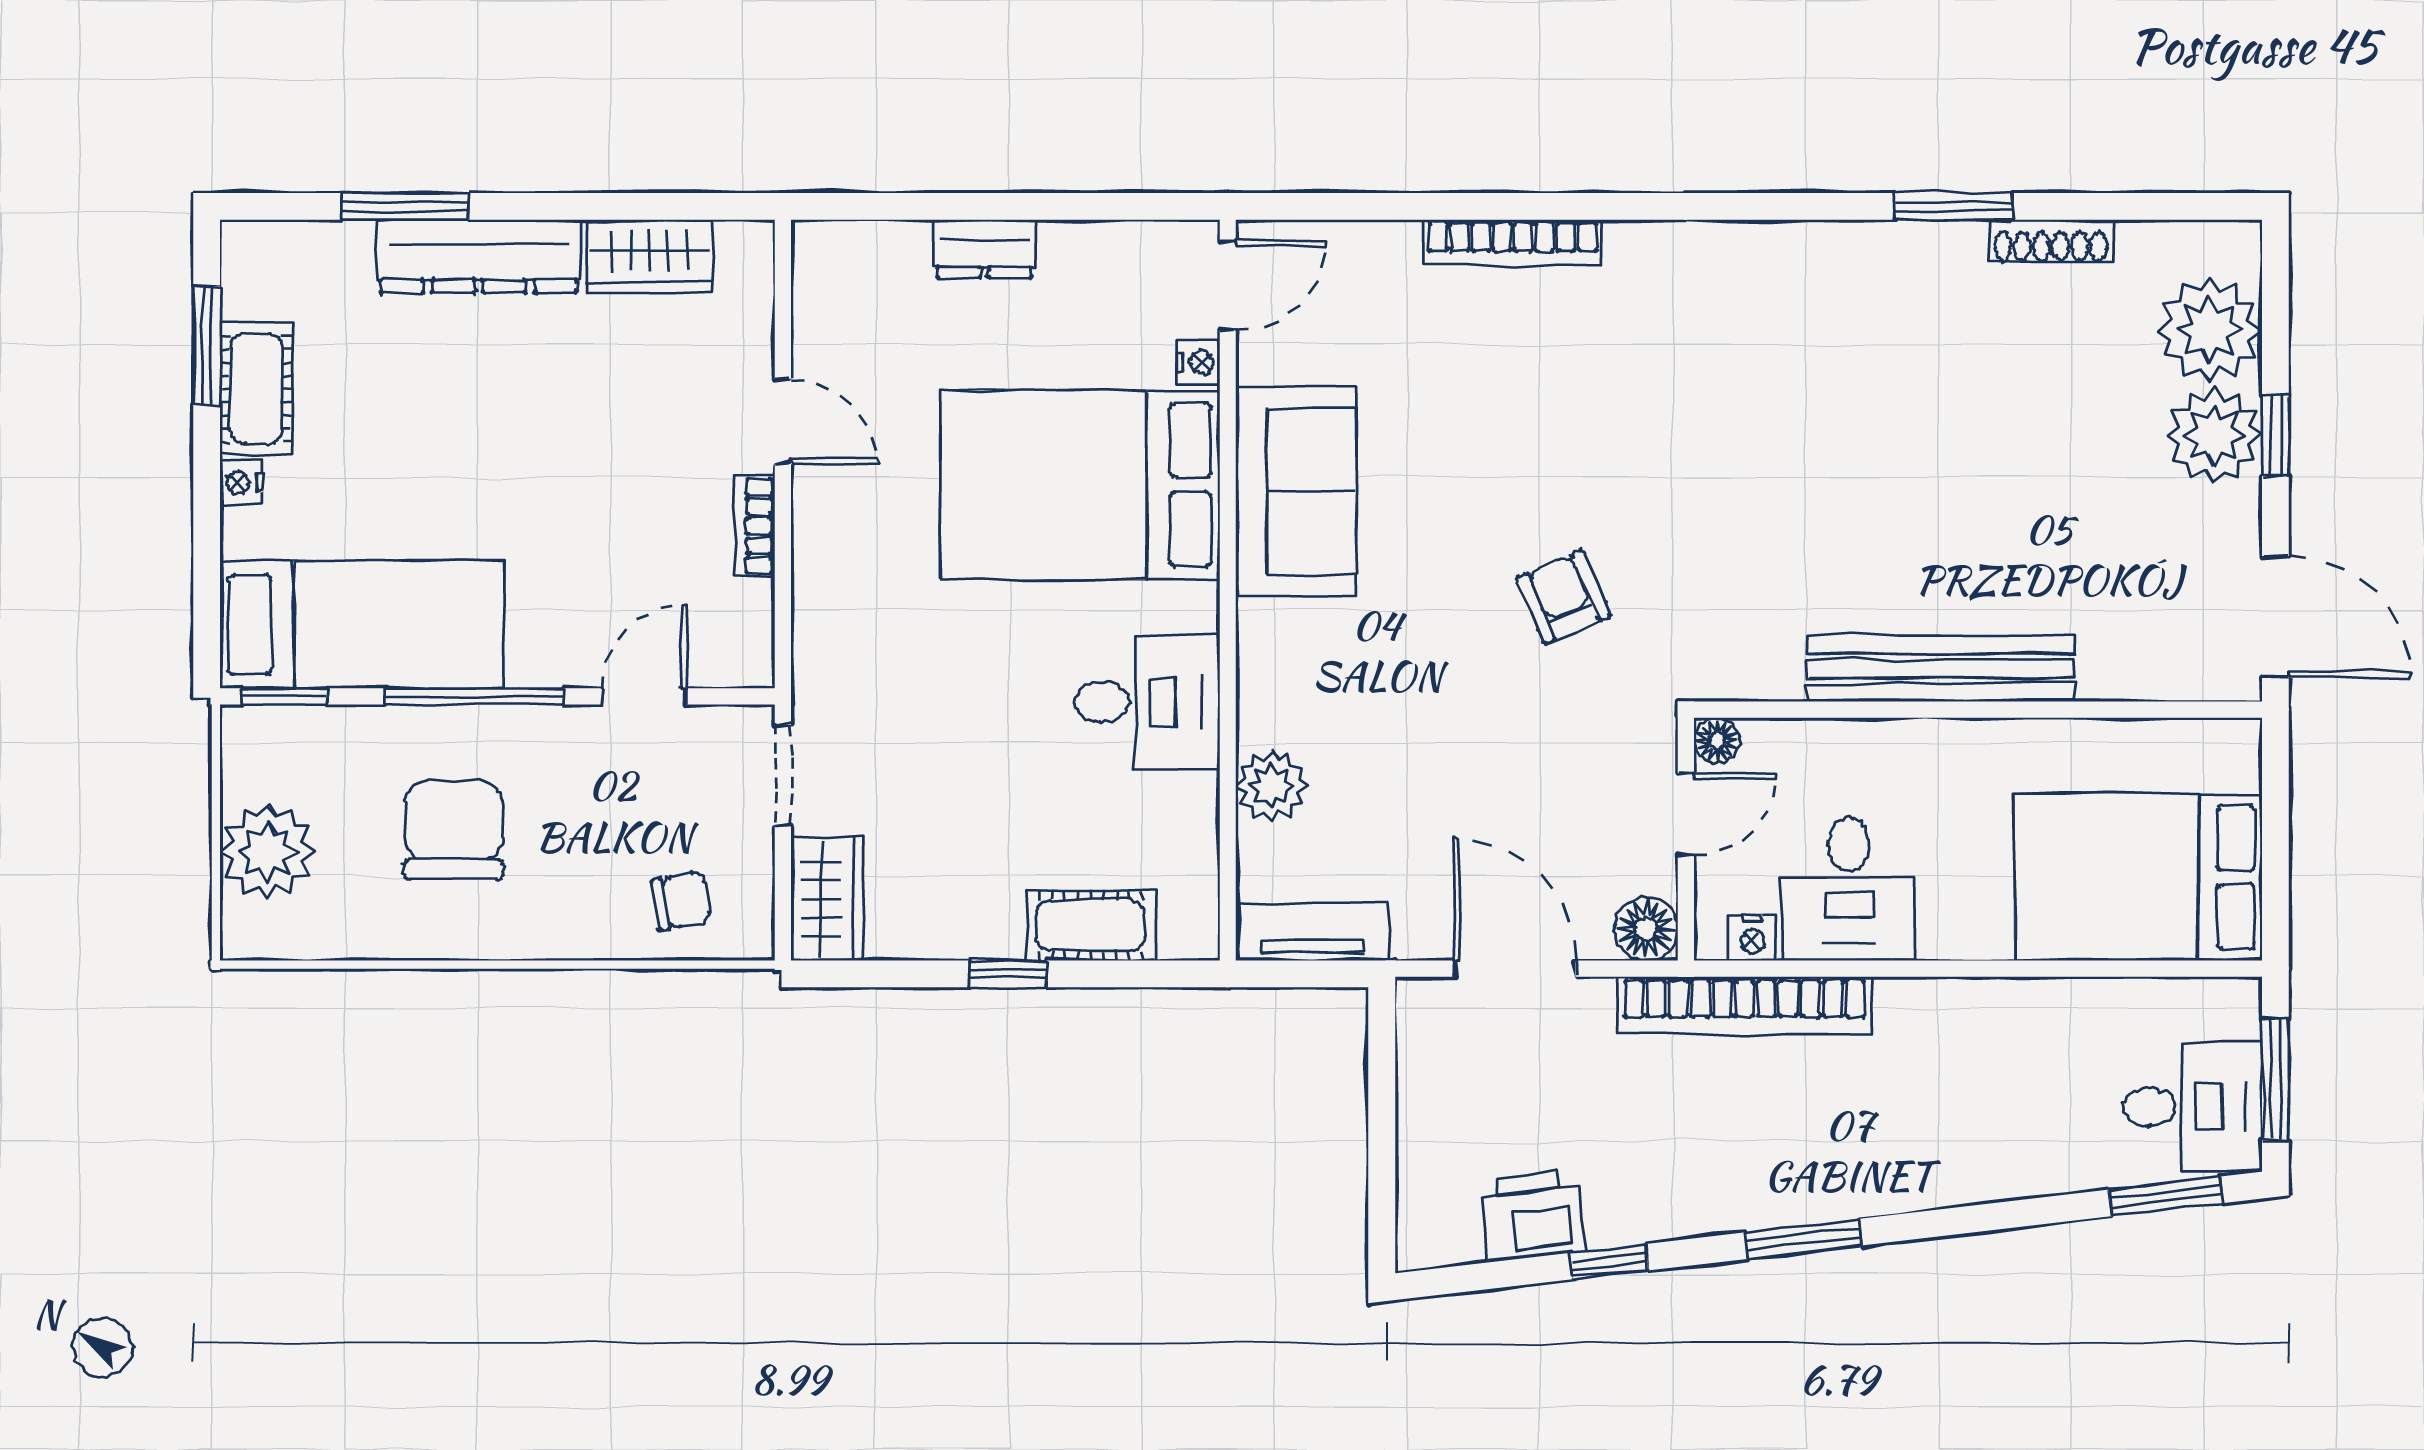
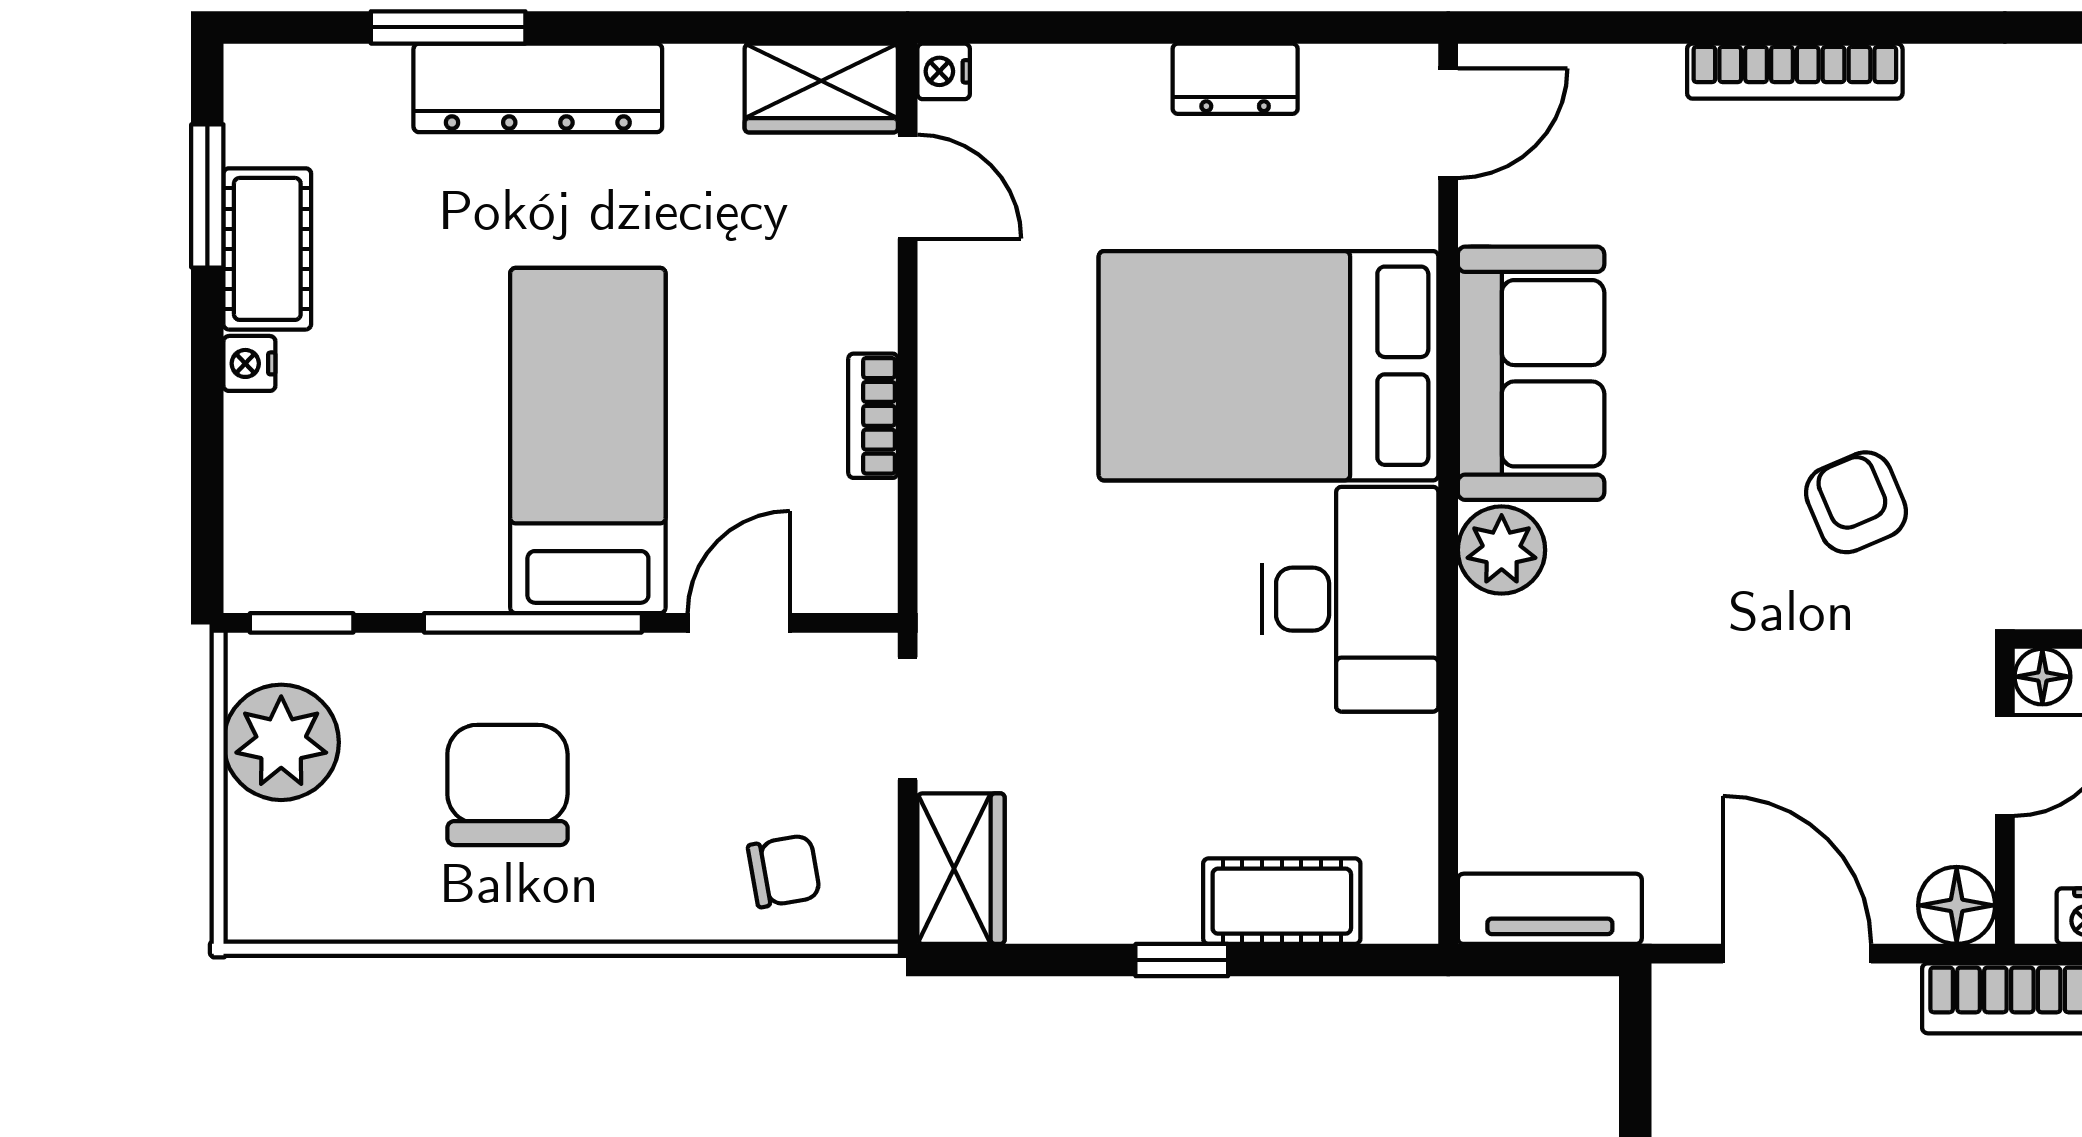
dresser: (985, 249) -> (1235, 79), moved
wardrobe: (649, 256) -> (821, 88), moved
nightstand: (1198, 362) -> (944, 71), moved, turned 180
door: (783, 421) -> (908, 187), moved
bed: (362, 624) -> (588, 441), moved, turned -90
desk: (1147, 702) -> (1350, 599), width x1.37
plant: (1272, 786) -> (1502, 550), moved
plant: (267, 852) -> (281, 742), moved

